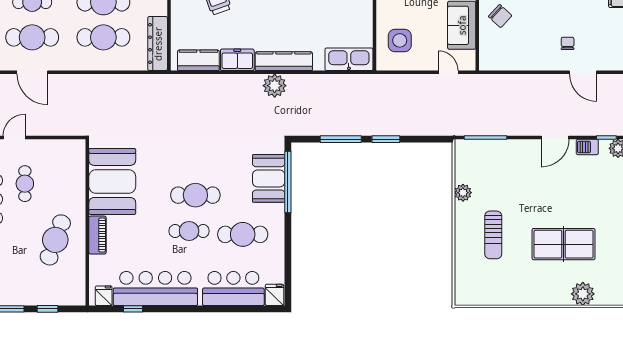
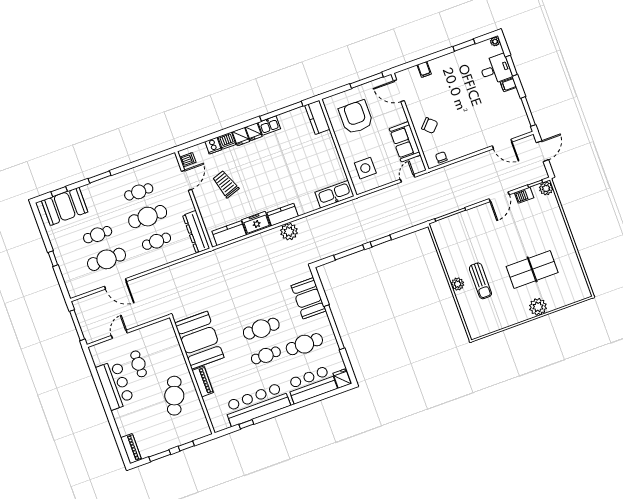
cafe table: (103, 37) -> (157, 241), width x0.73, depth x0.74
chair: (568, 43) -> (441, 157), moved
kitchen counter: (284, 61) -> (283, 215), width x0.67
door: (448, 72) -> (408, 178), hinge flipped
window: (288, 182) -> (334, 327), moved
plant: (463, 193) -> (458, 284), moved
plant: (583, 294) -> (538, 307), moved
fridge: (104, 296) -> (222, 423), removed

